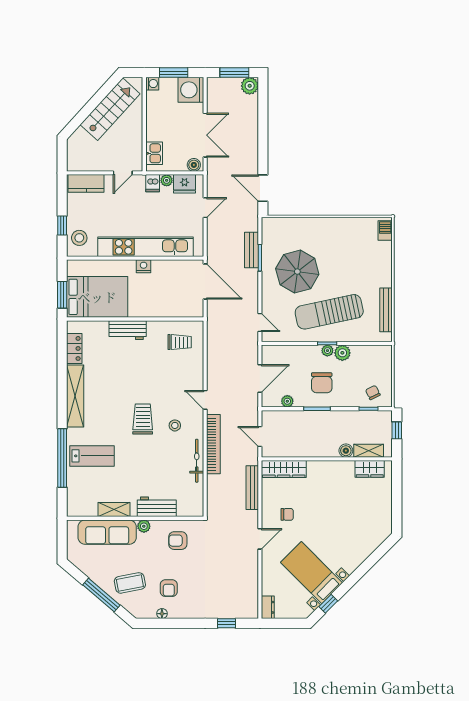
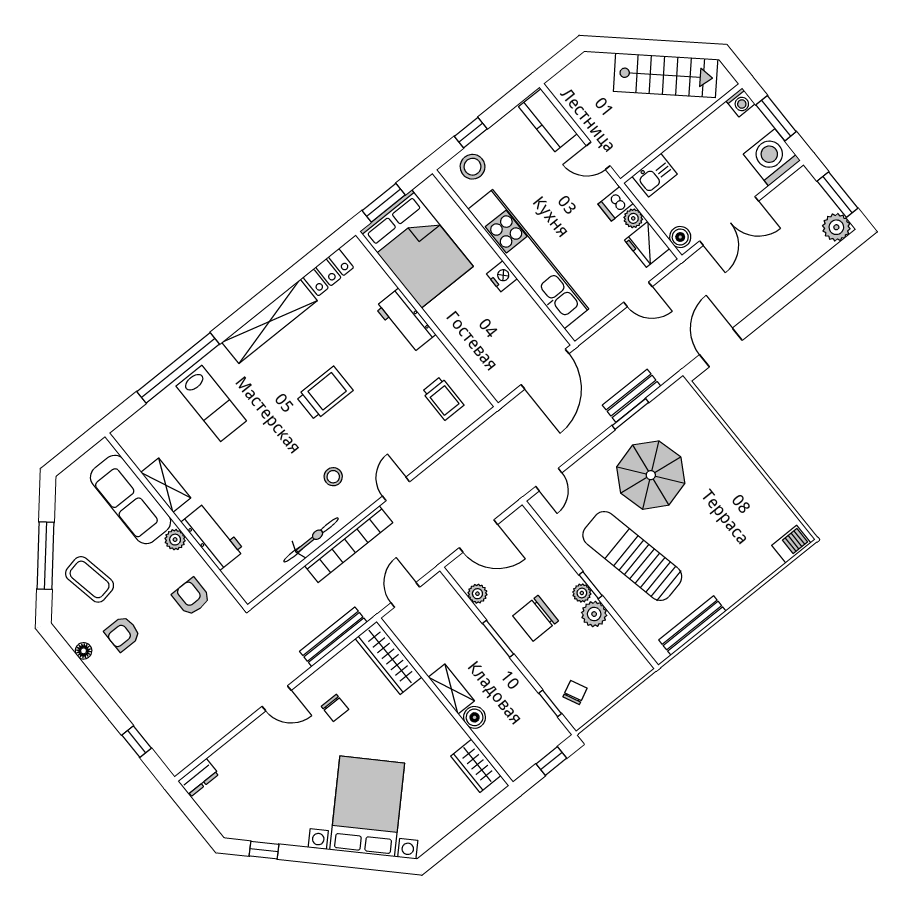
trolley: (143, 419) -> (325, 393), moved
shelving: (369, 451) -> (451, 689), moved
bed with nightstands: (312, 573) -> (367, 806), moved, width x1.36

